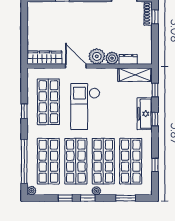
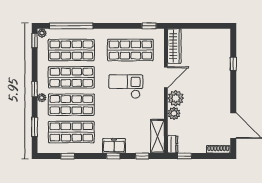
window: (155, 17) -> (184, 156), moved
dresser: (128, 59) -> (173, 144), moved
checkout: (85, 106) -> (126, 87), width x0.73, depth x0.83
window: (24, 111) -> (149, 26), moved
freezer: (145, 114) -> (114, 146), width x0.71
window: (65, 198) -> (35, 40), moved

